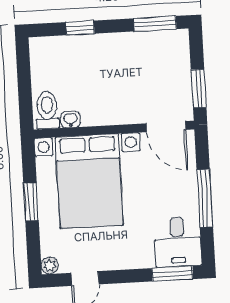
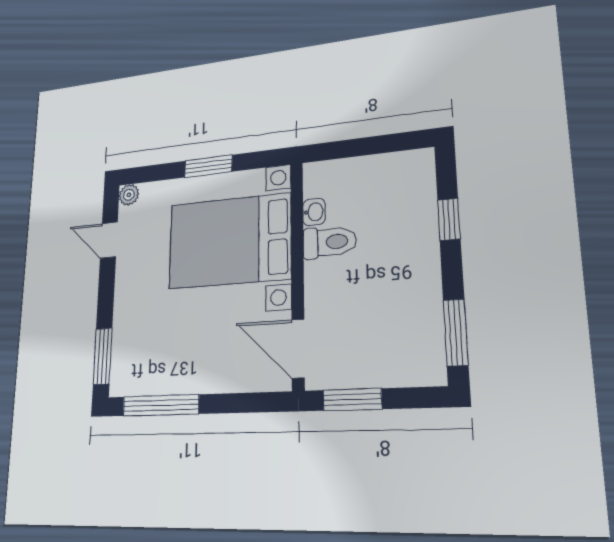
toilet: (47, 110) -> (330, 242), moved
door: (166, 127) -> (298, 349), hinge flipped
window: (205, 198) -> (161, 405), moved
desk: (178, 242) -> (141, 364), removed

